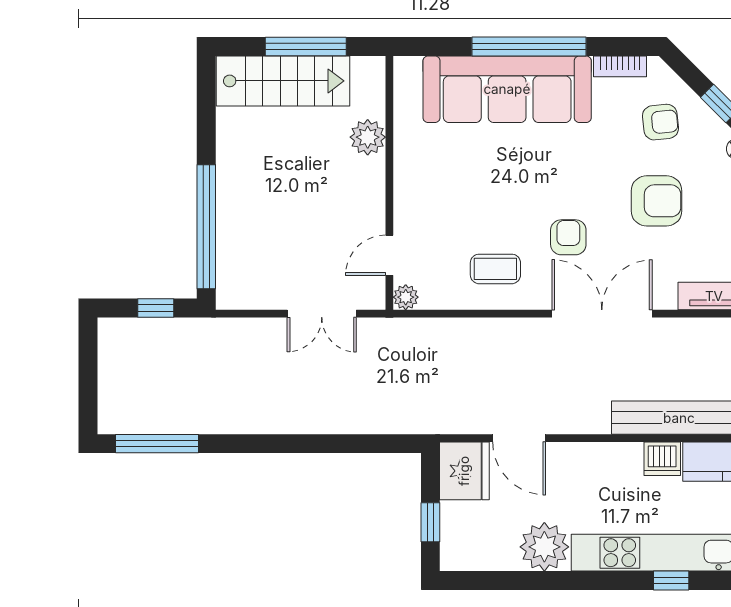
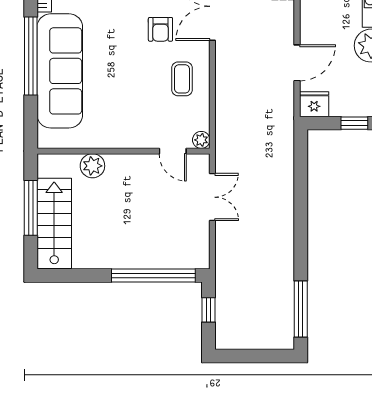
armchair: (568, 237) -> (160, 29), turned -90
fridge: (464, 471) -> (314, 104), width x0.73, depth x0.75

